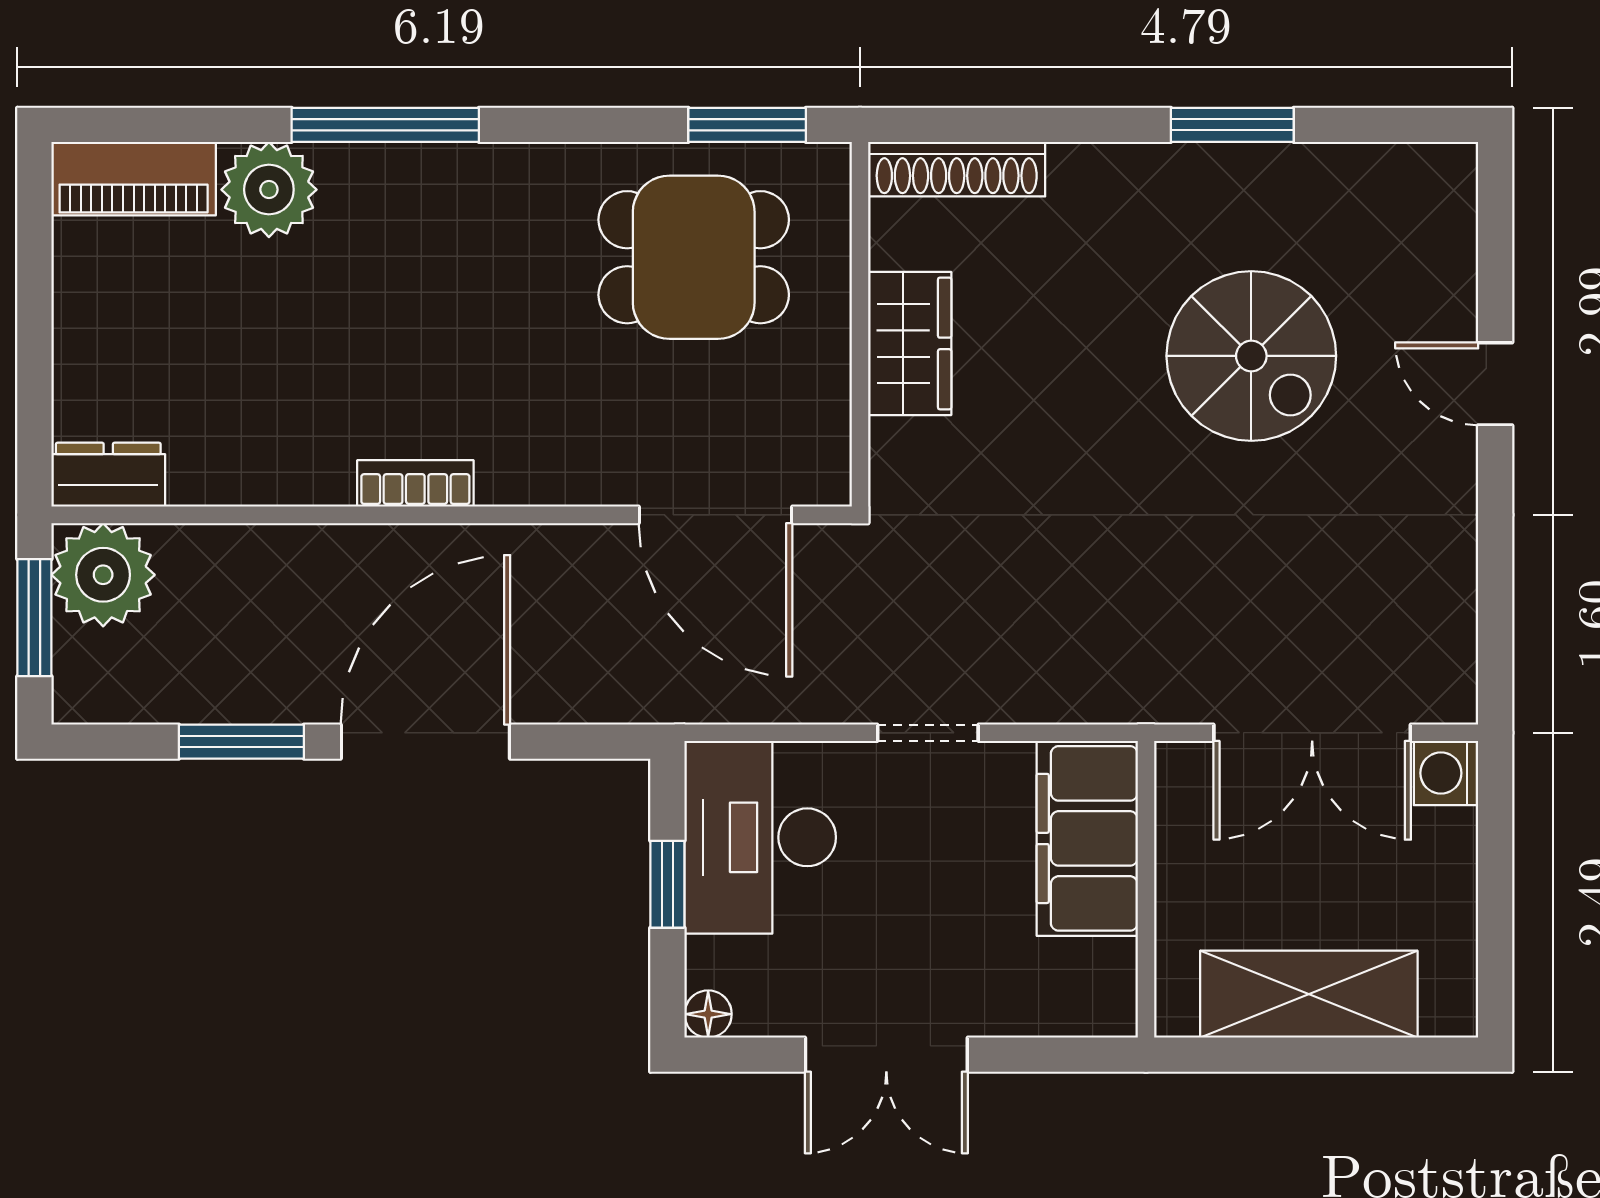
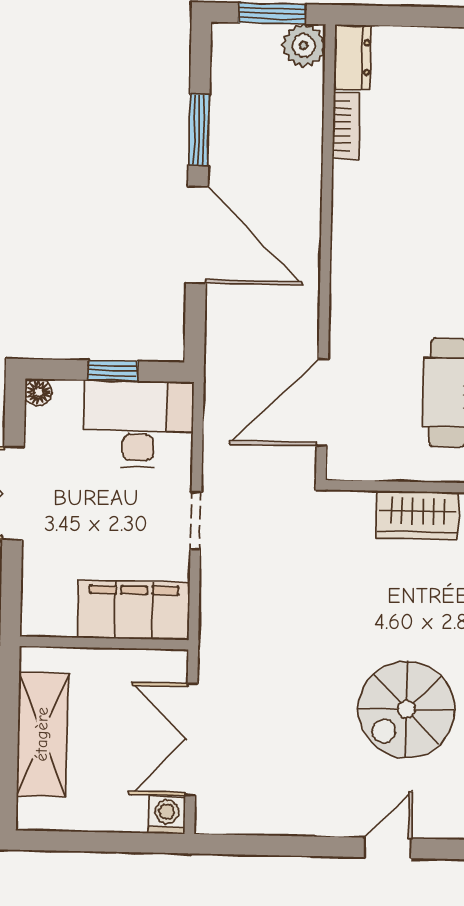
bookcase: (415, 483) -> (346, 126), moved
plant: (103, 575) -> (304, 45), width x0.73, depth x0.73

